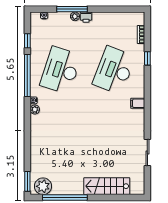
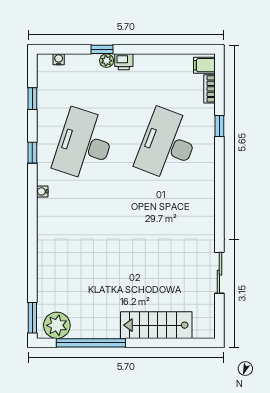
window: (72, 9) -> (102, 49), width x0.46
window: (27, 75) -> (32, 153), width x0.32
filing cabinet: (138, 103) -> (204, 65), moved
plant: (35, 109) -> (44, 206), removed

